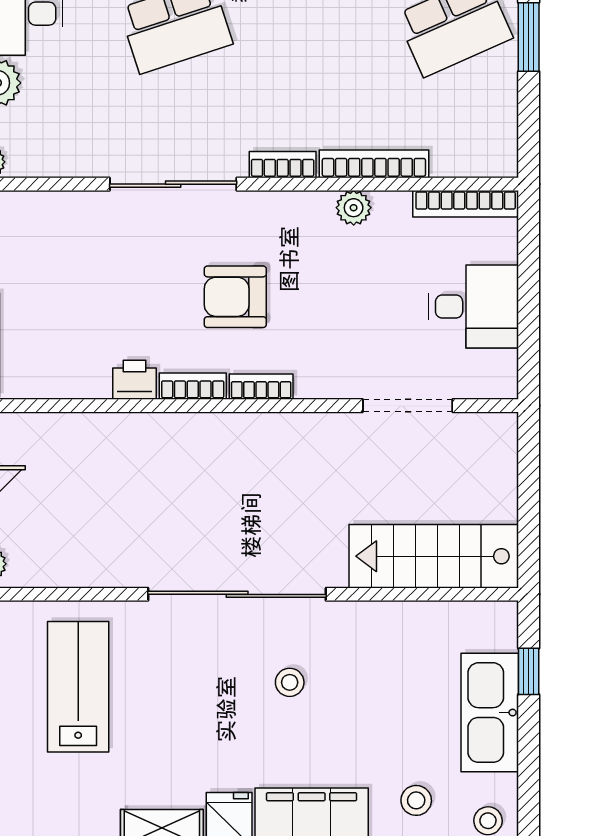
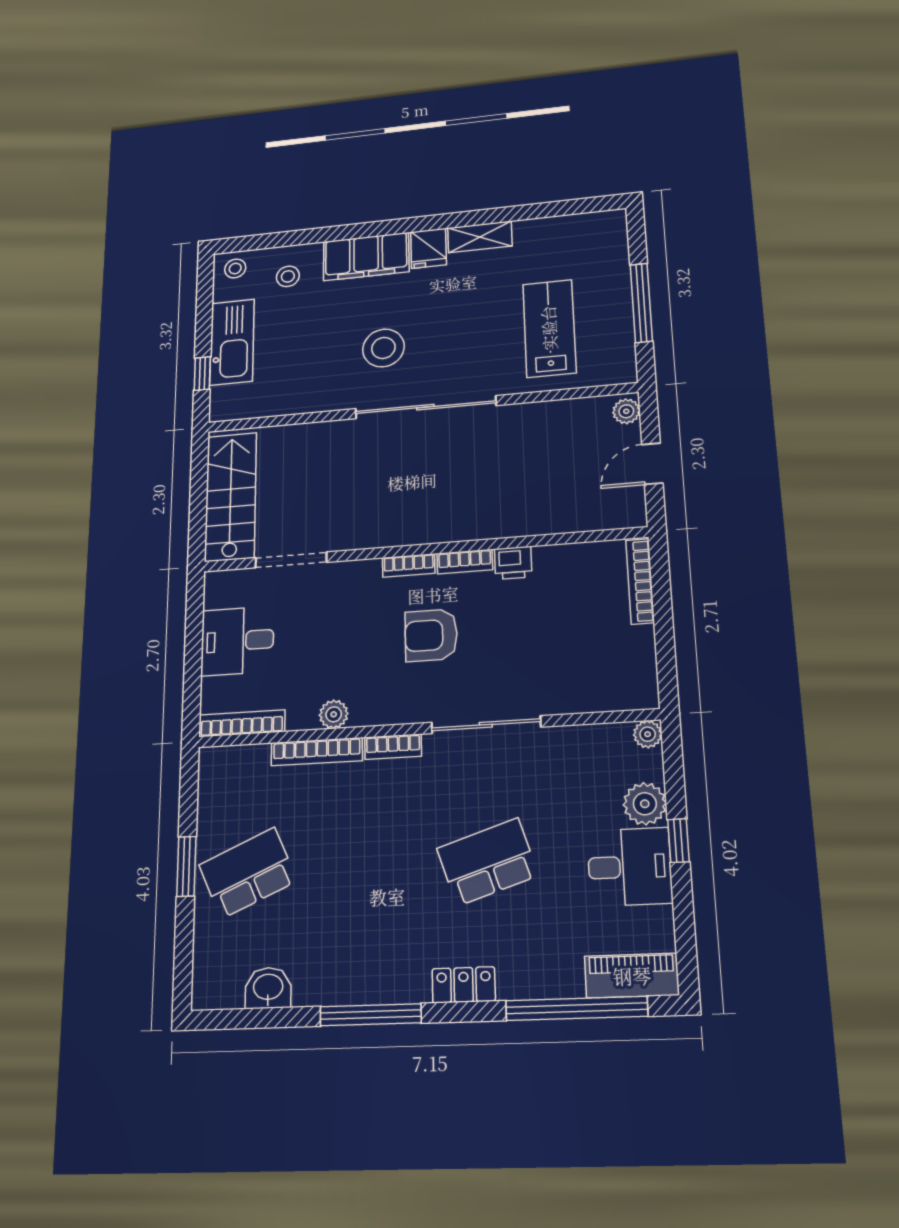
armchair: (235, 297) -> (431, 635), turned 180
stairs: (434, 556) -> (231, 497), moved, turned -90
stool: (290, 682) -> (383, 348), width x1.89, depth x1.89
lab bench: (78, 687) -> (549, 328), turned 180

